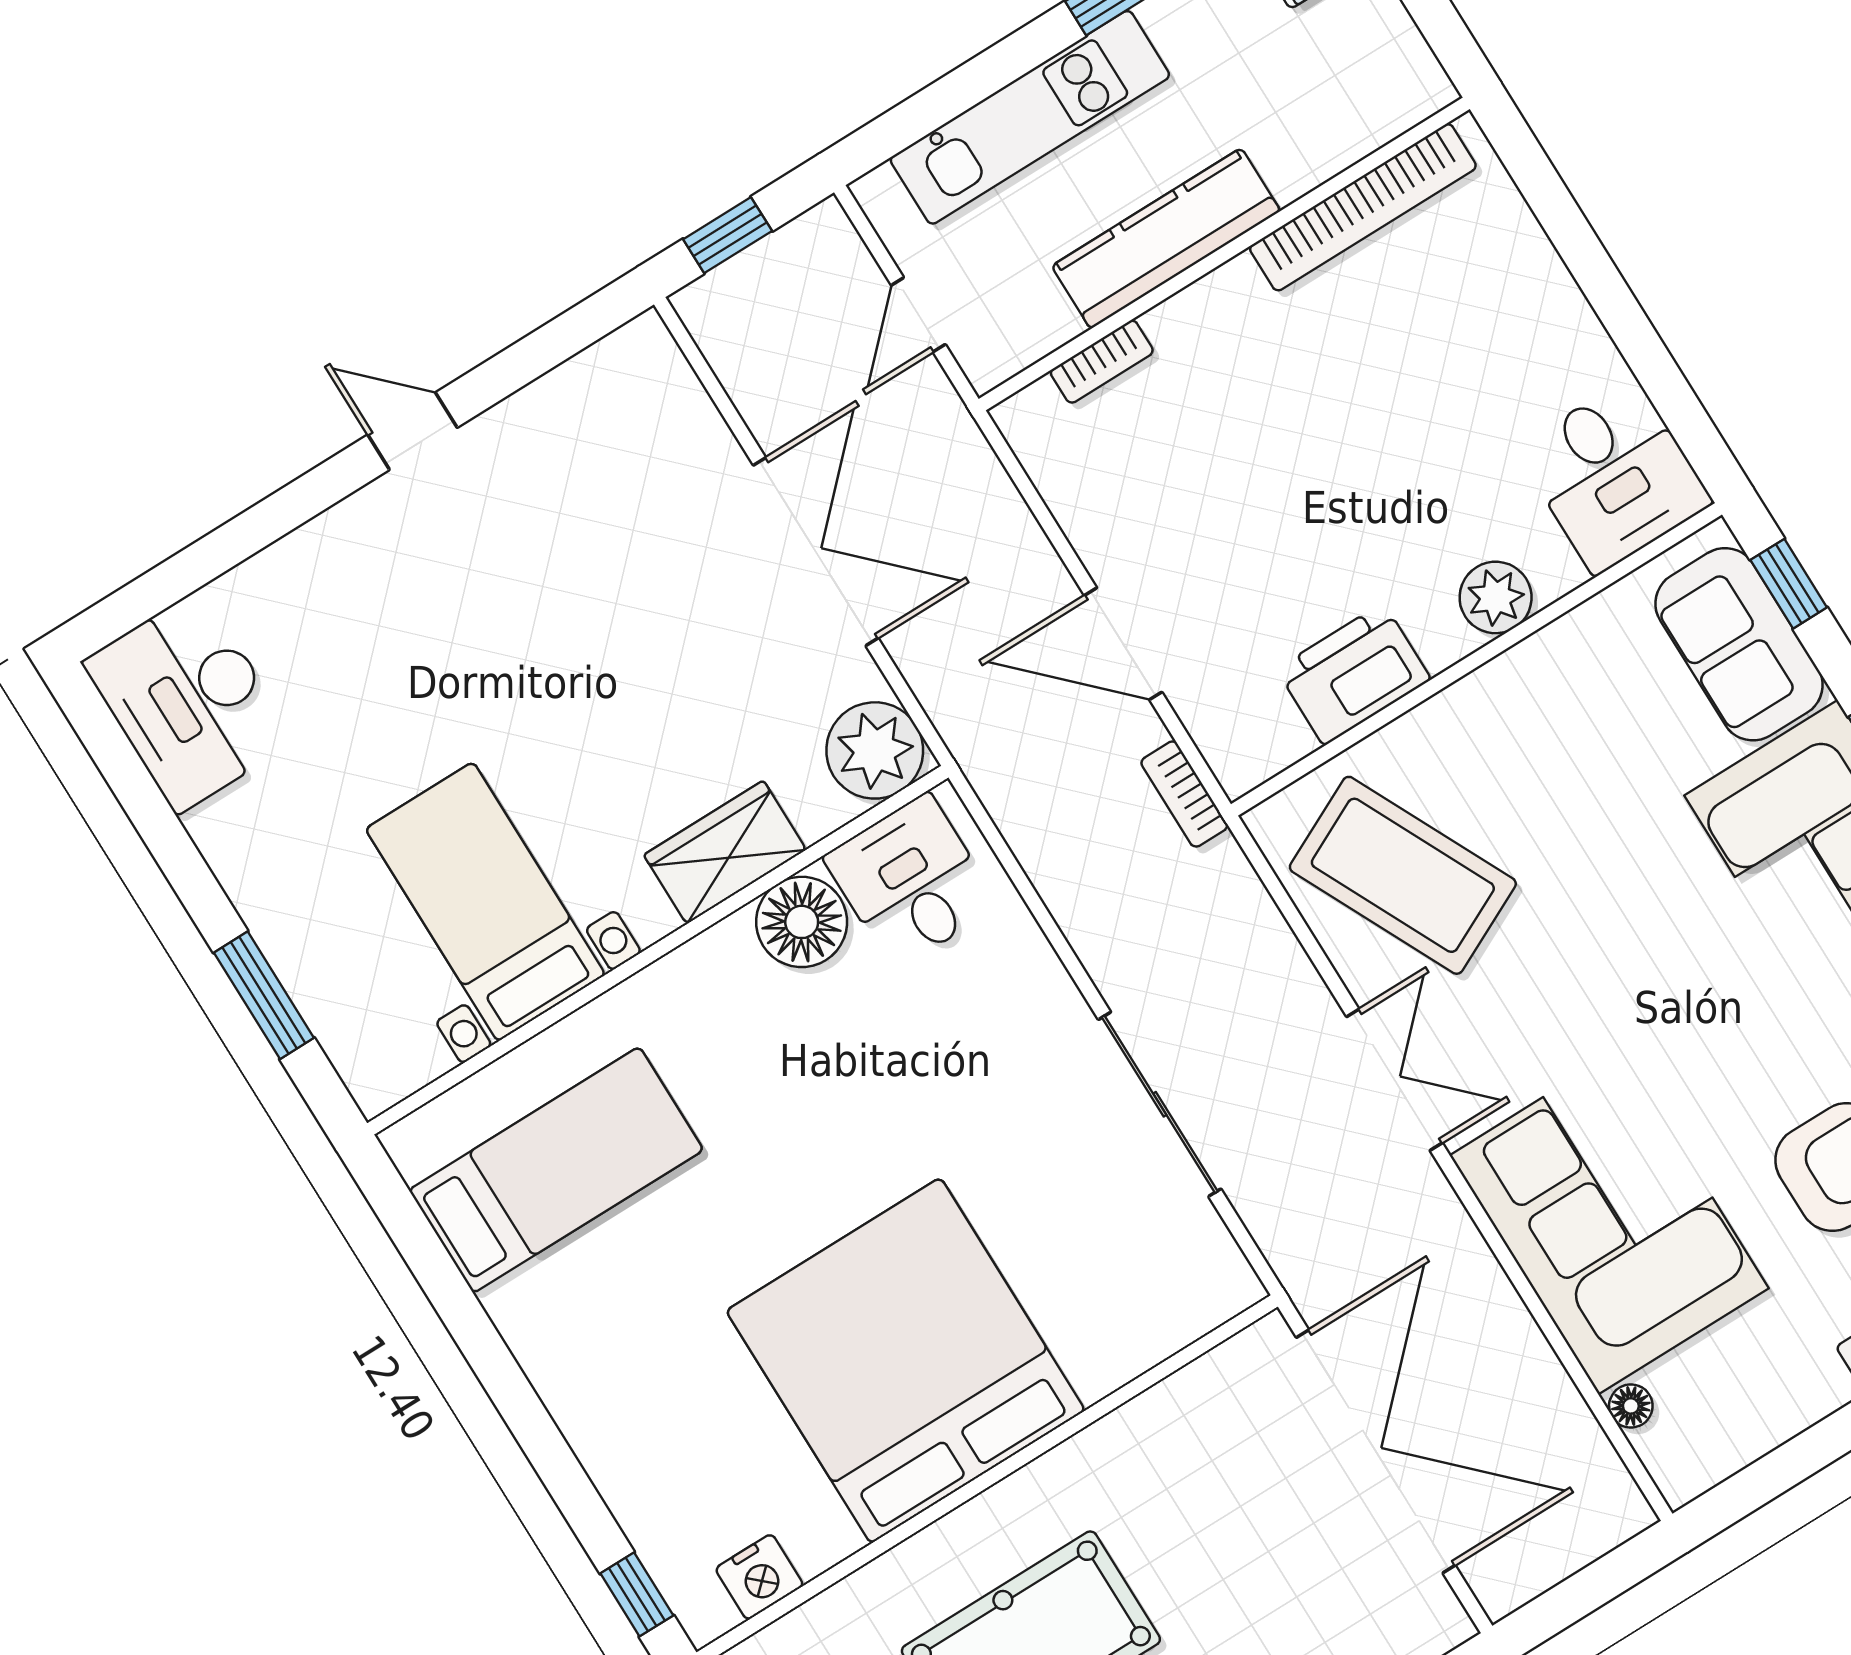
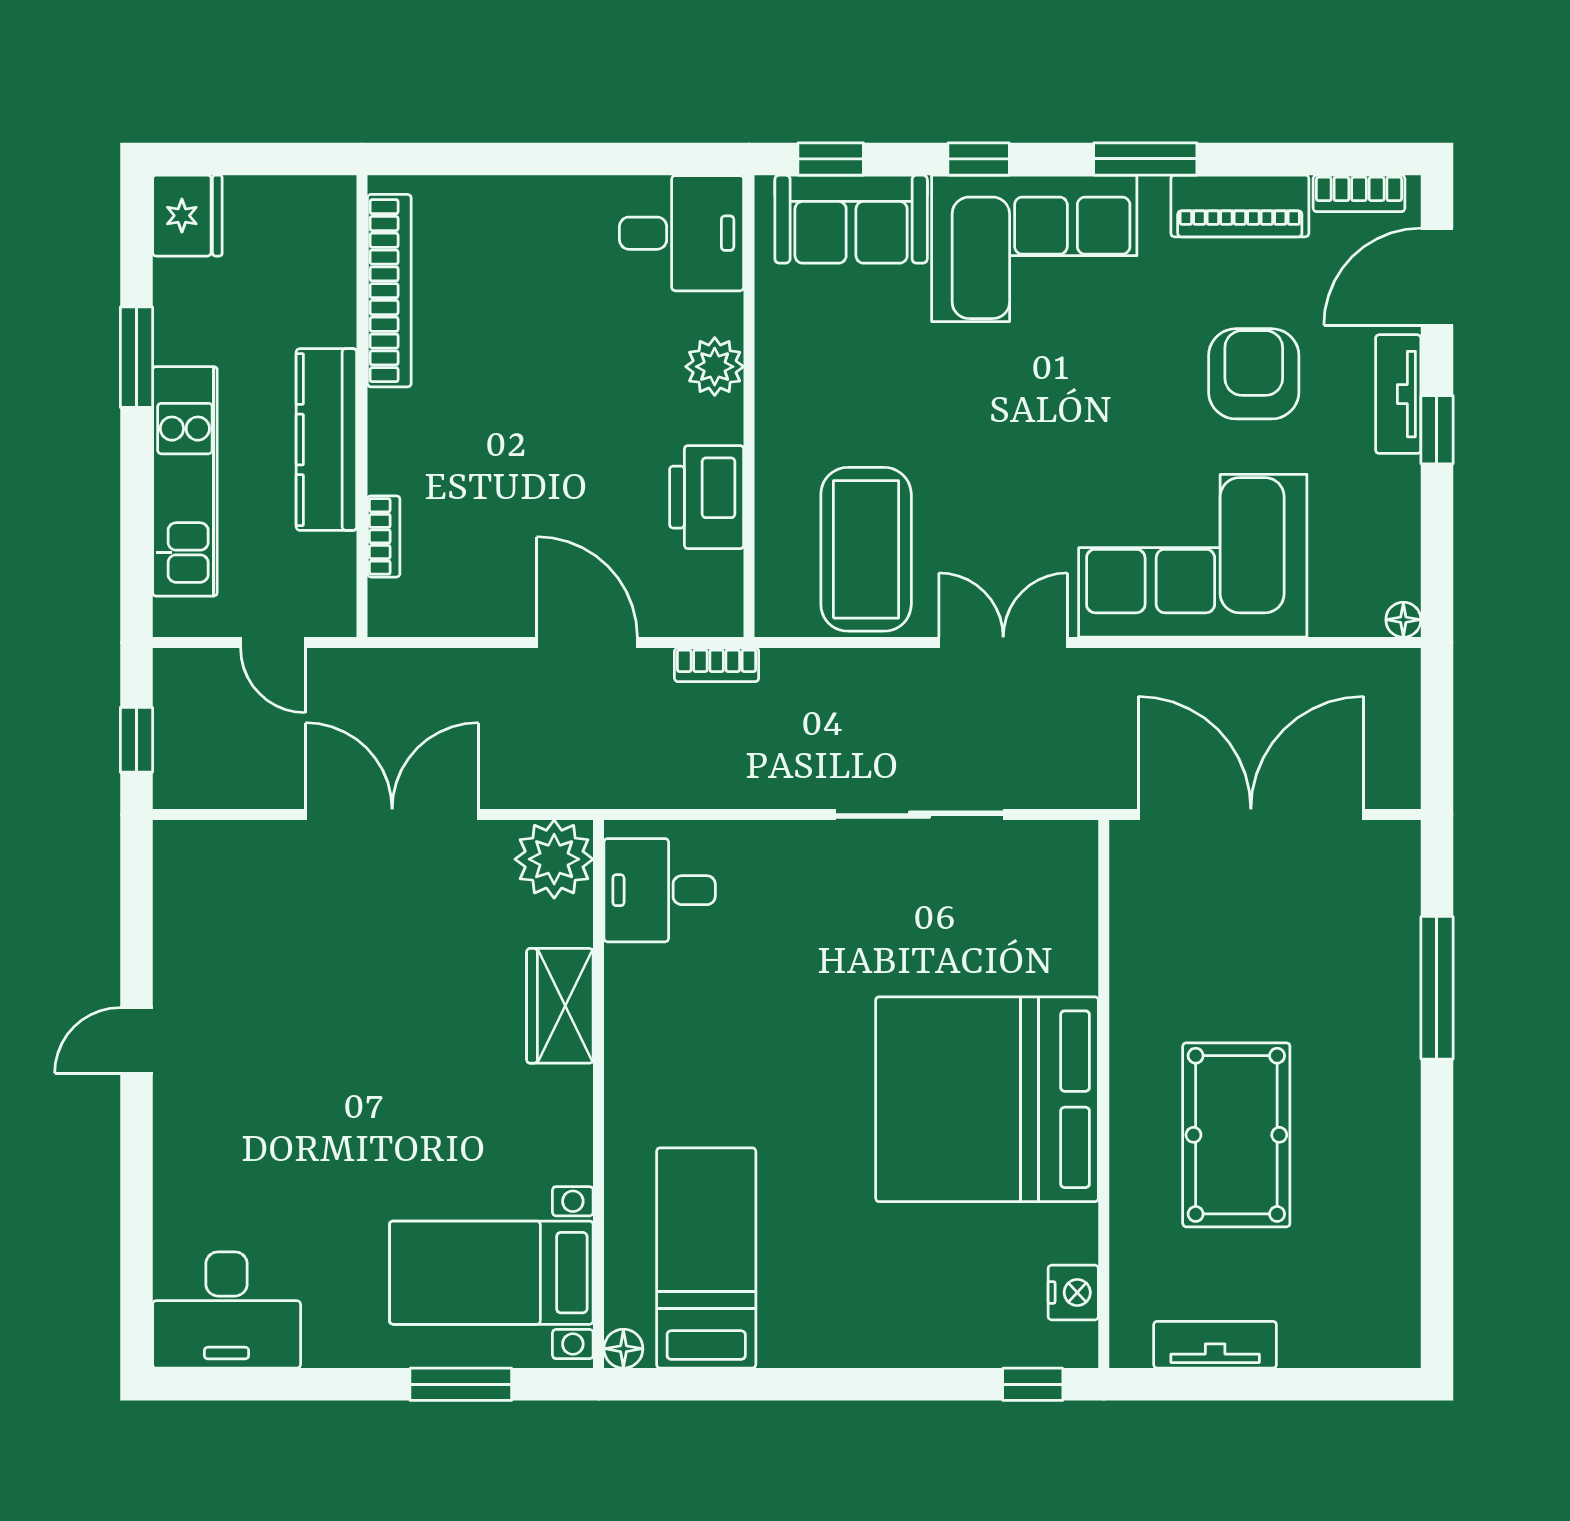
door: (1123, 644) -> (587, 643), swing flipped
coffee table: (1403, 875) -> (866, 549), turned -64
bed with nightstands: (485, 902) -> (491, 1273), moved
floor lamp: (802, 922) -> (623, 1349), moved, width x0.53, depth x0.53
floor lamp: (1631, 1406) -> (1403, 620), moved

